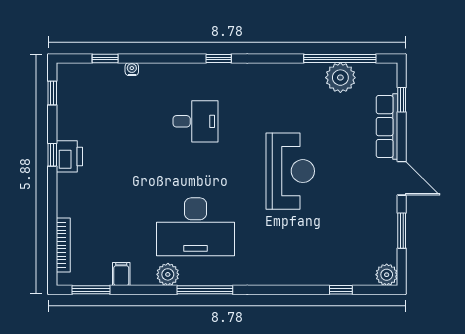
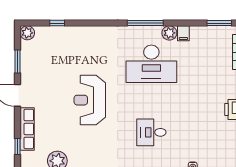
desk: (195, 227) -> (151, 64), turned 180
filing cabinet: (121, 274) -> (183, 33), moved

